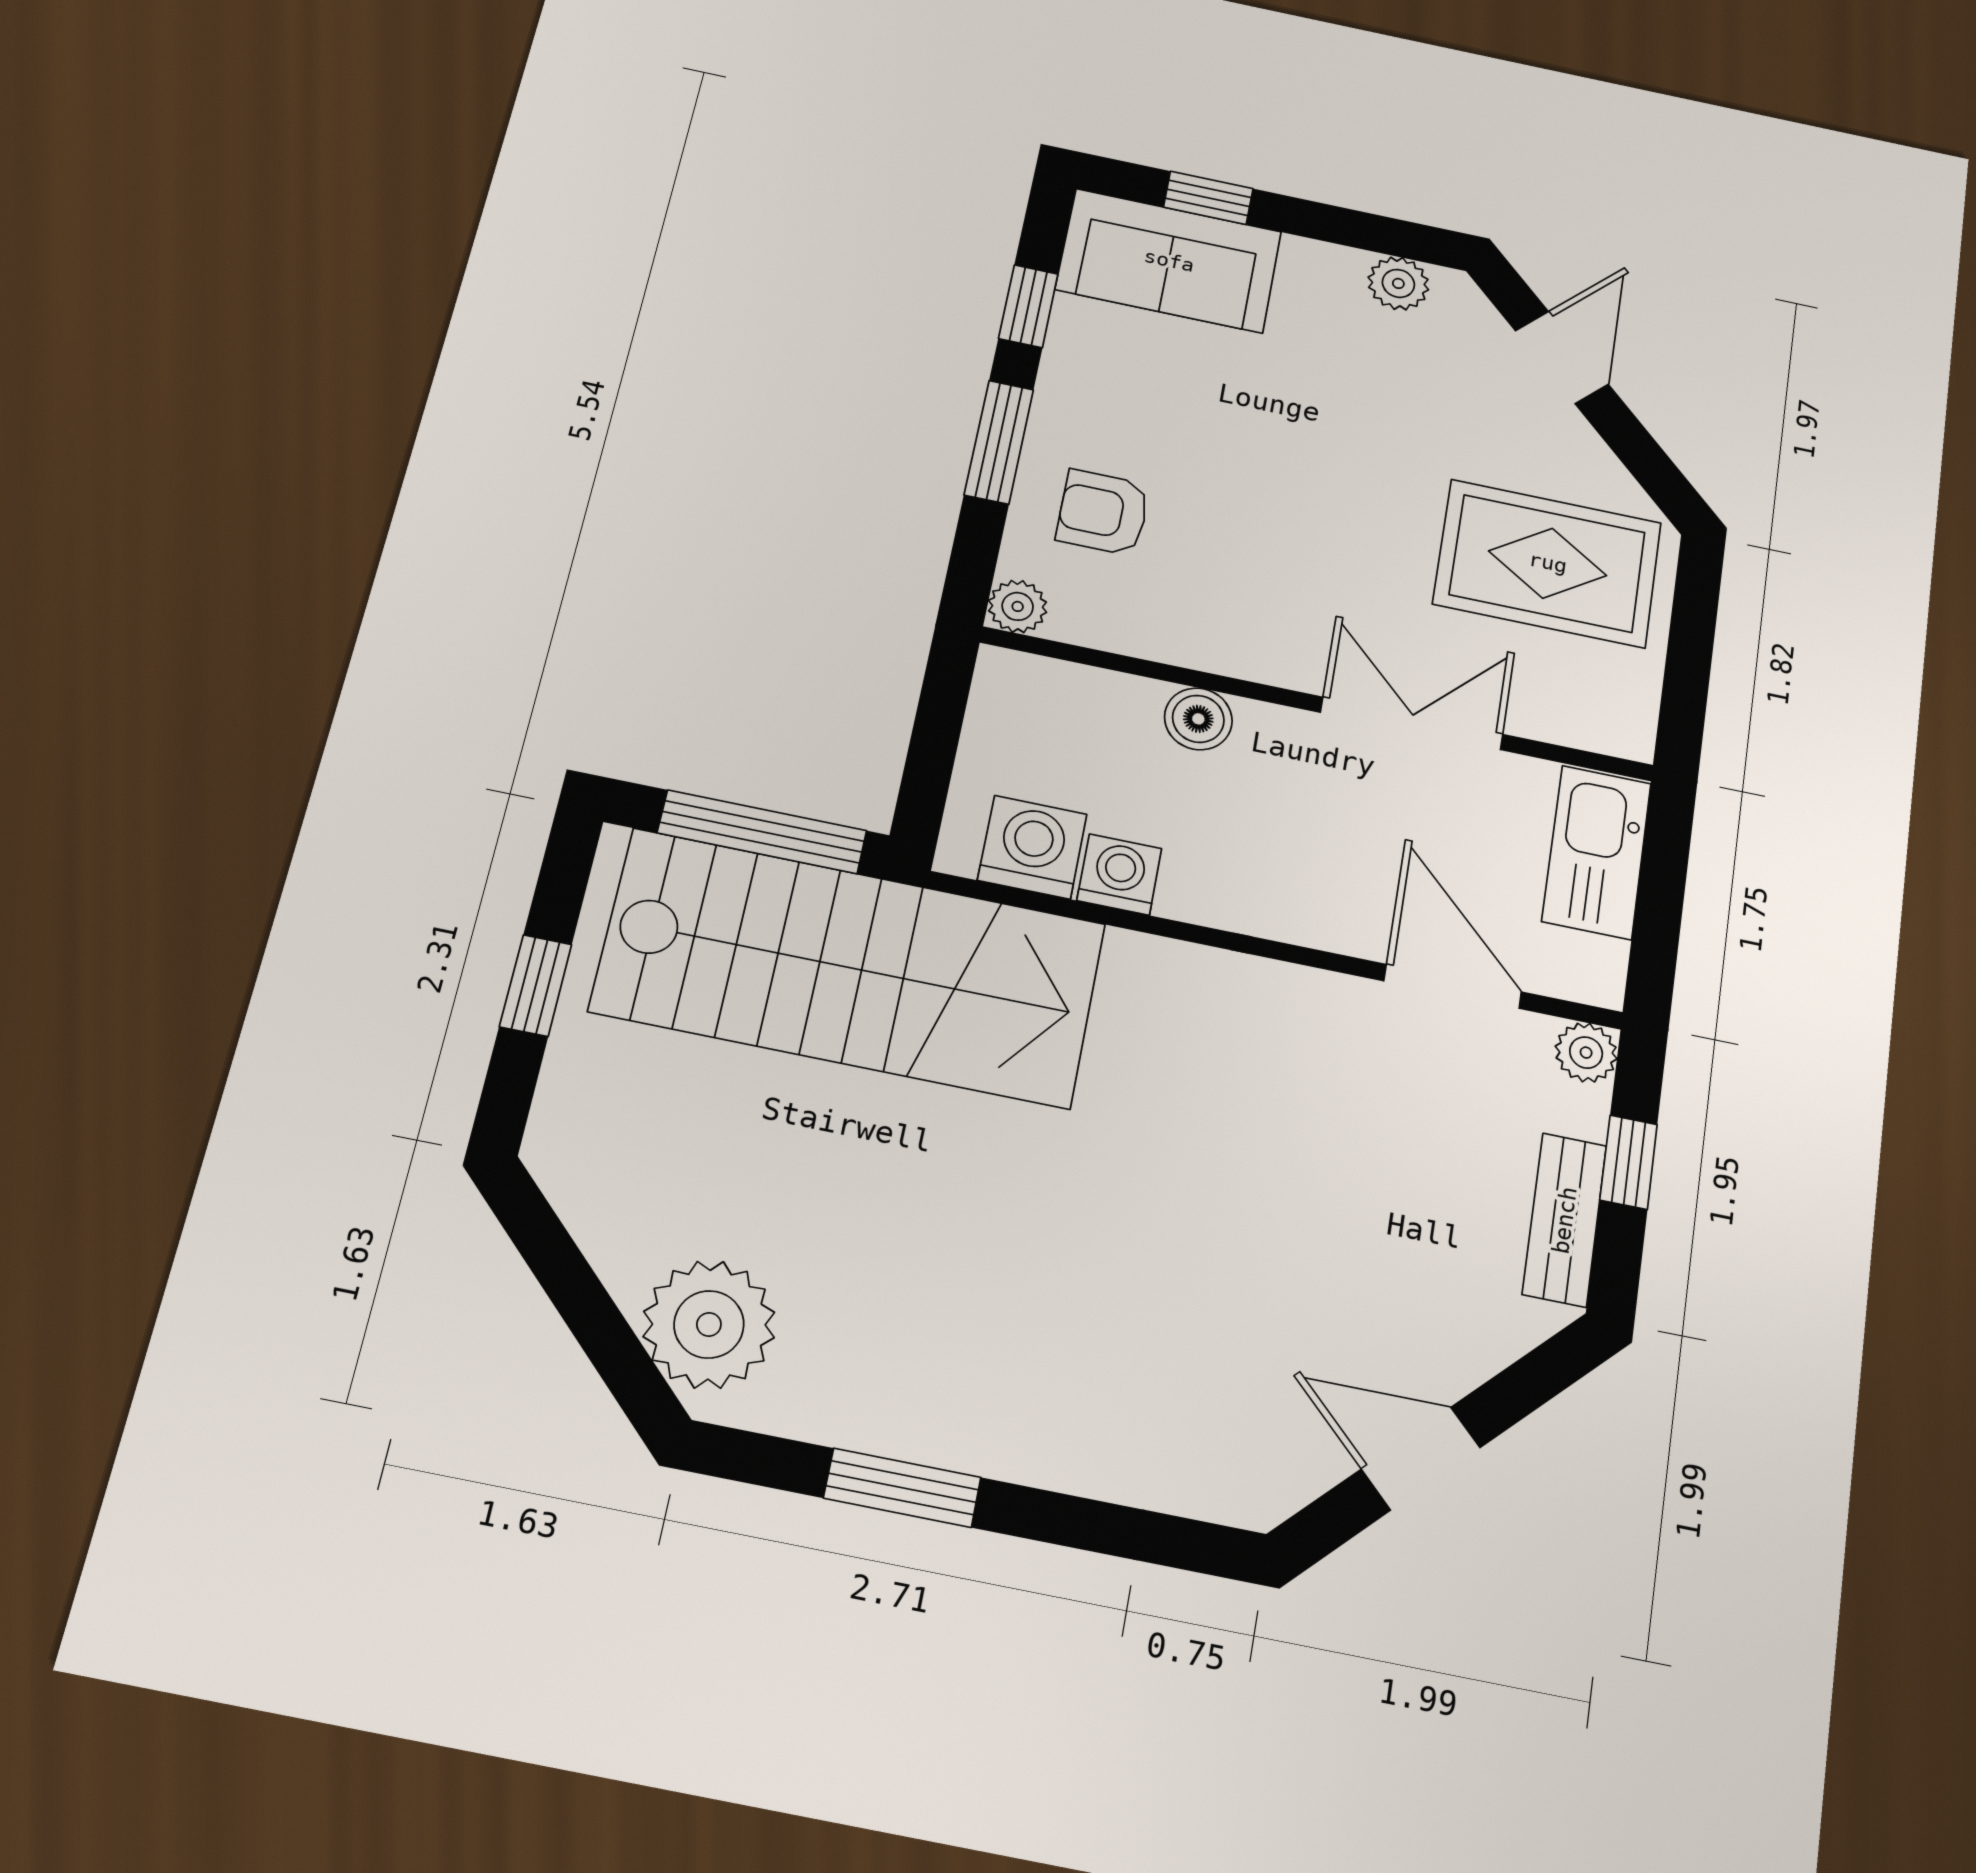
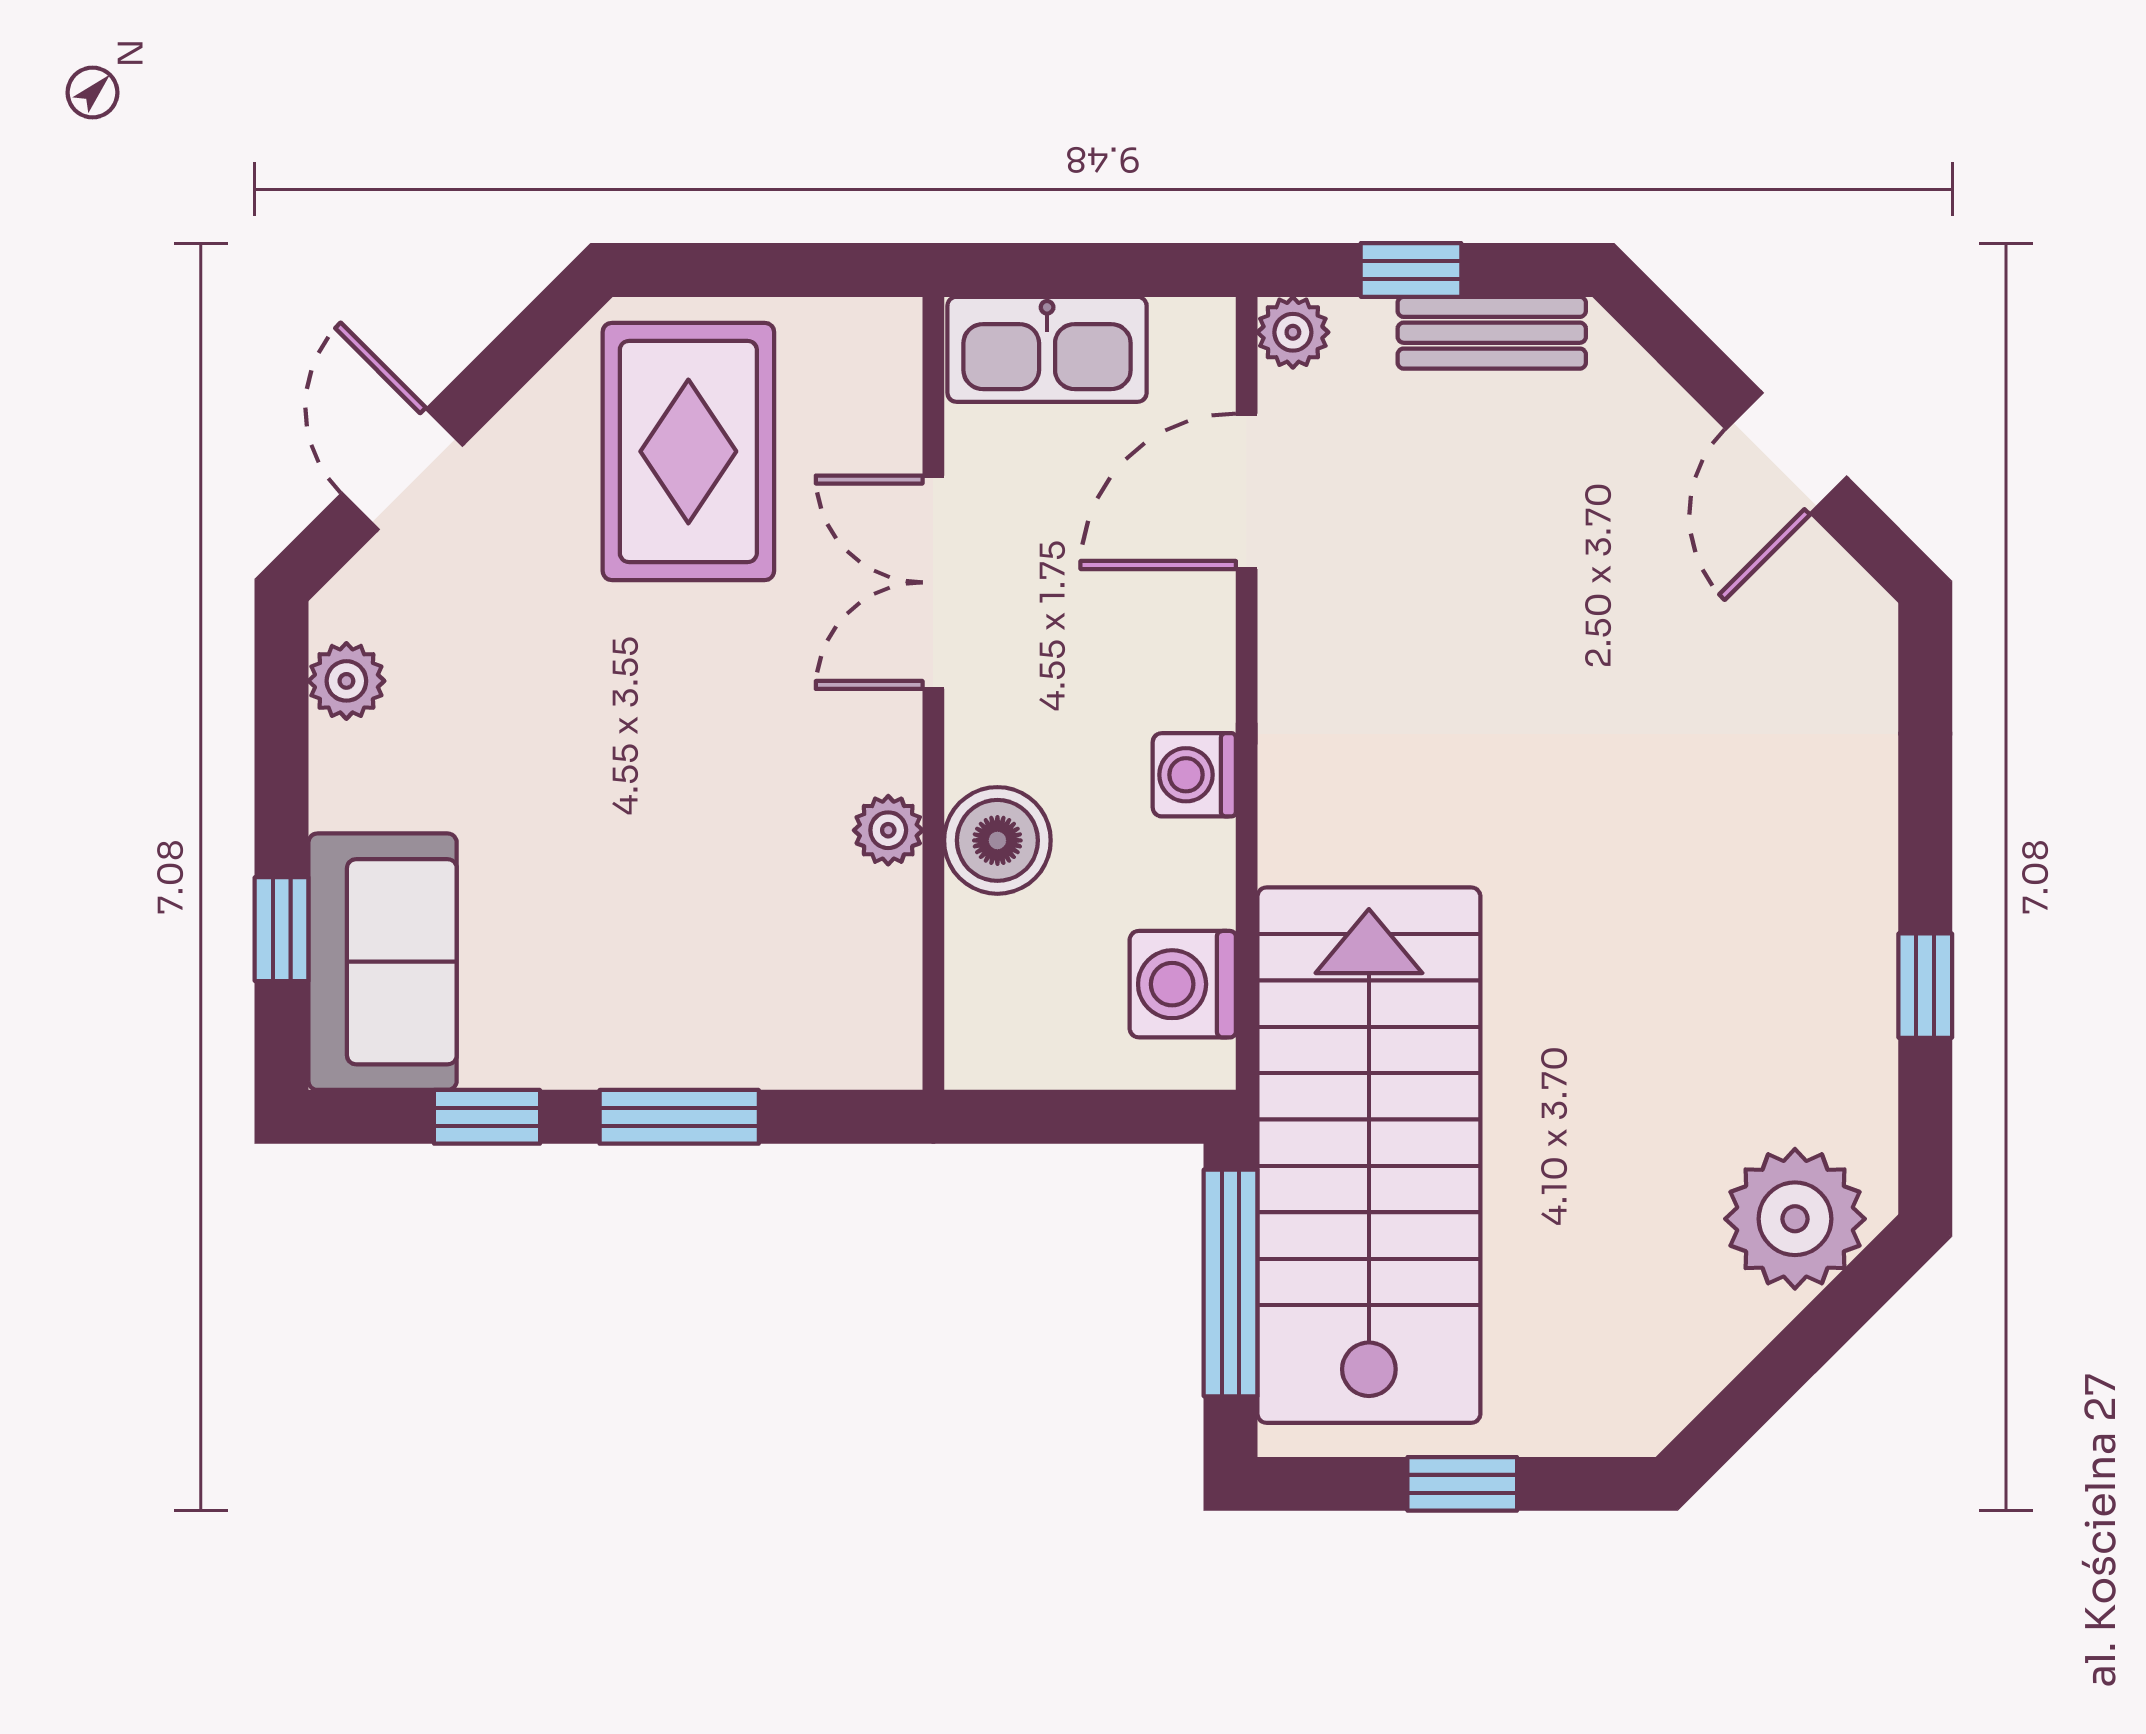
door: (1562, 357) -> (402, 469), hinge flipped
armchair: (1103, 512) -> (744, 980), removed
plant: (1018, 606) -> (888, 830), moved
boiler: (1198, 719) -> (997, 840), width x1.36, depth x1.36
washing machine: (1119, 875) -> (1194, 775), moved
window: (902, 1488) -> (1925, 986), width x0.67

